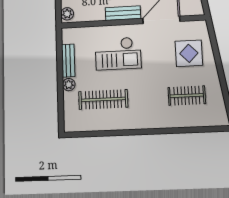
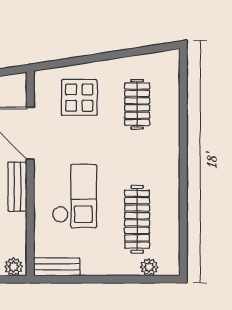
bench: (68, 61) -> (57, 267), moved
plant: (69, 85) -> (149, 267), moved

